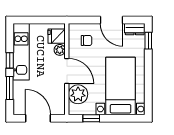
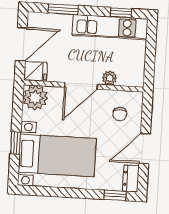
fridge: (57, 36) -> (35, 71), moved, turned 90
window: (10, 60) -> (121, 13), moved
plant: (78, 94) -> (35, 98), moved
window: (91, 118) -> (15, 143), moved

